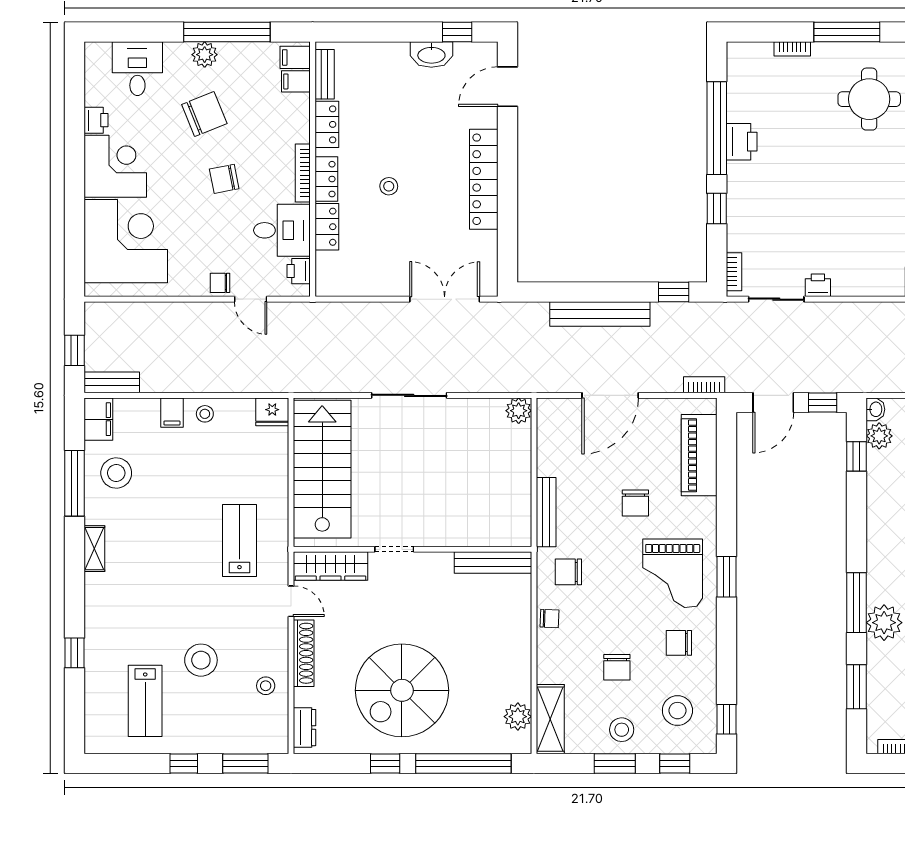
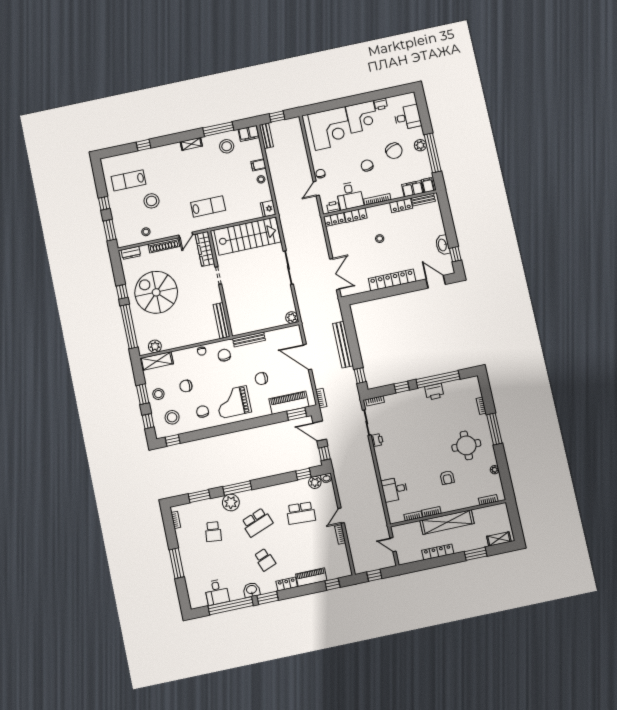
filing cabinet: (296, 81) -> (413, 189), width x2.00
locker: (326, 179) -> (334, 219), moved
window: (726, 577) -> (297, 414), moved

